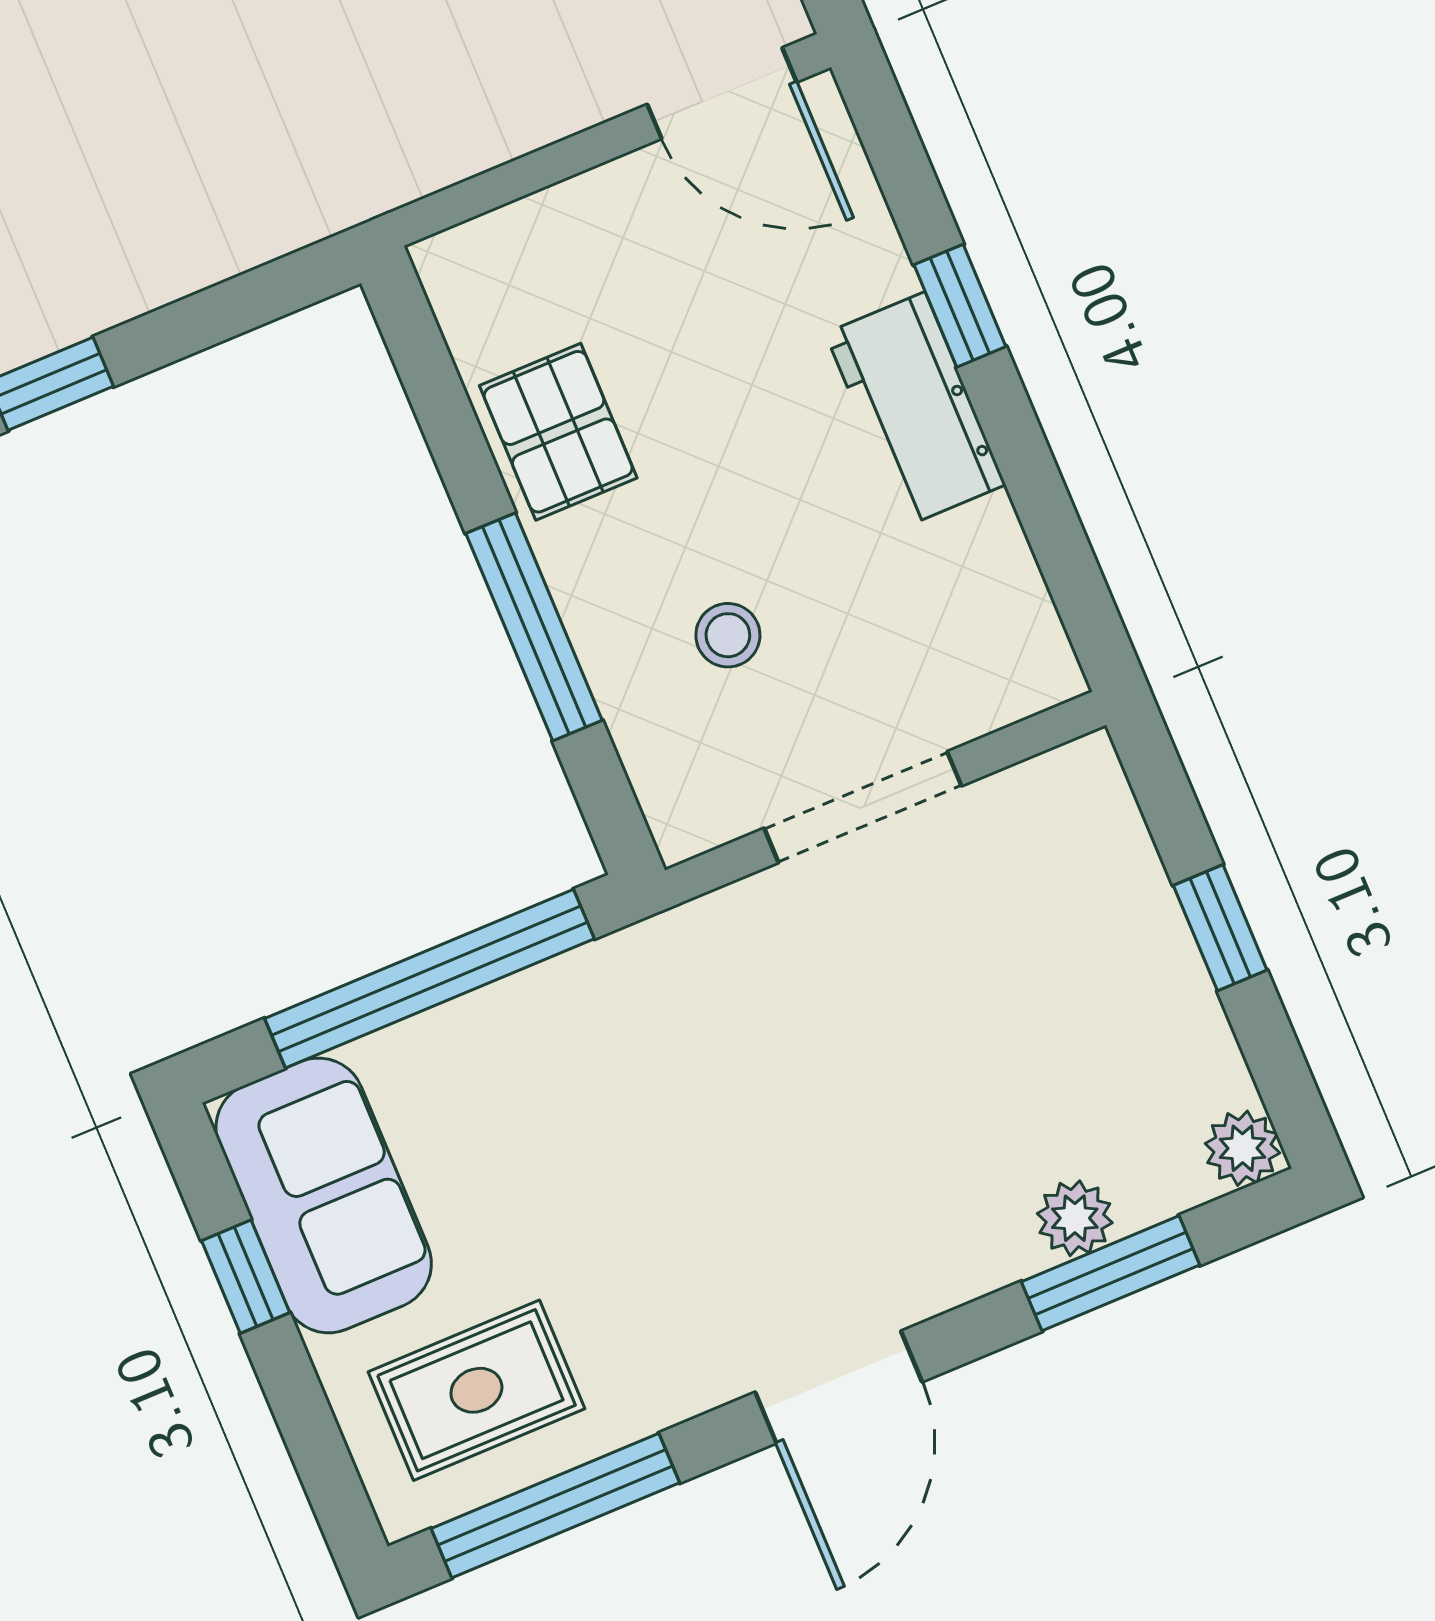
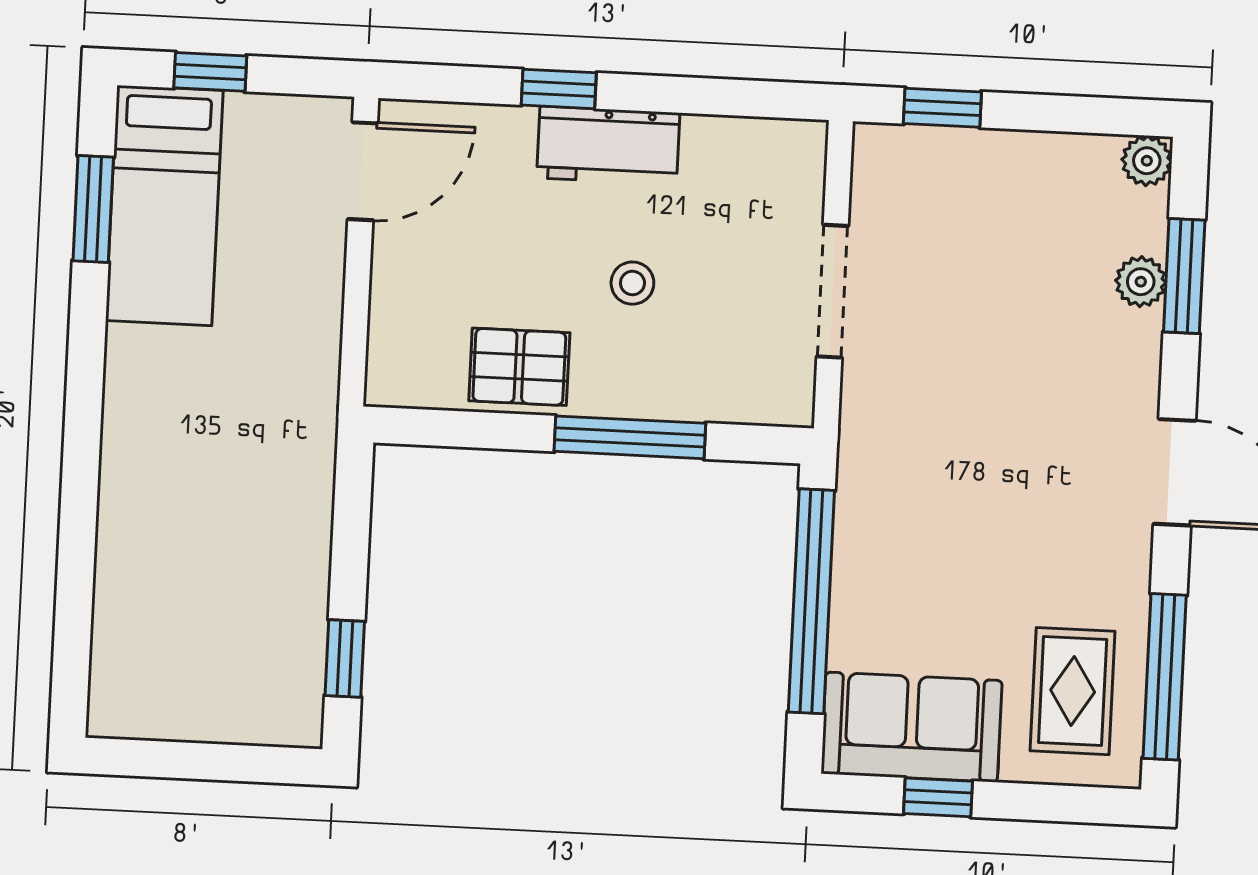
stool: (728, 635) -> (632, 283), moved
window: (1220, 928) -> (942, 108), moved

